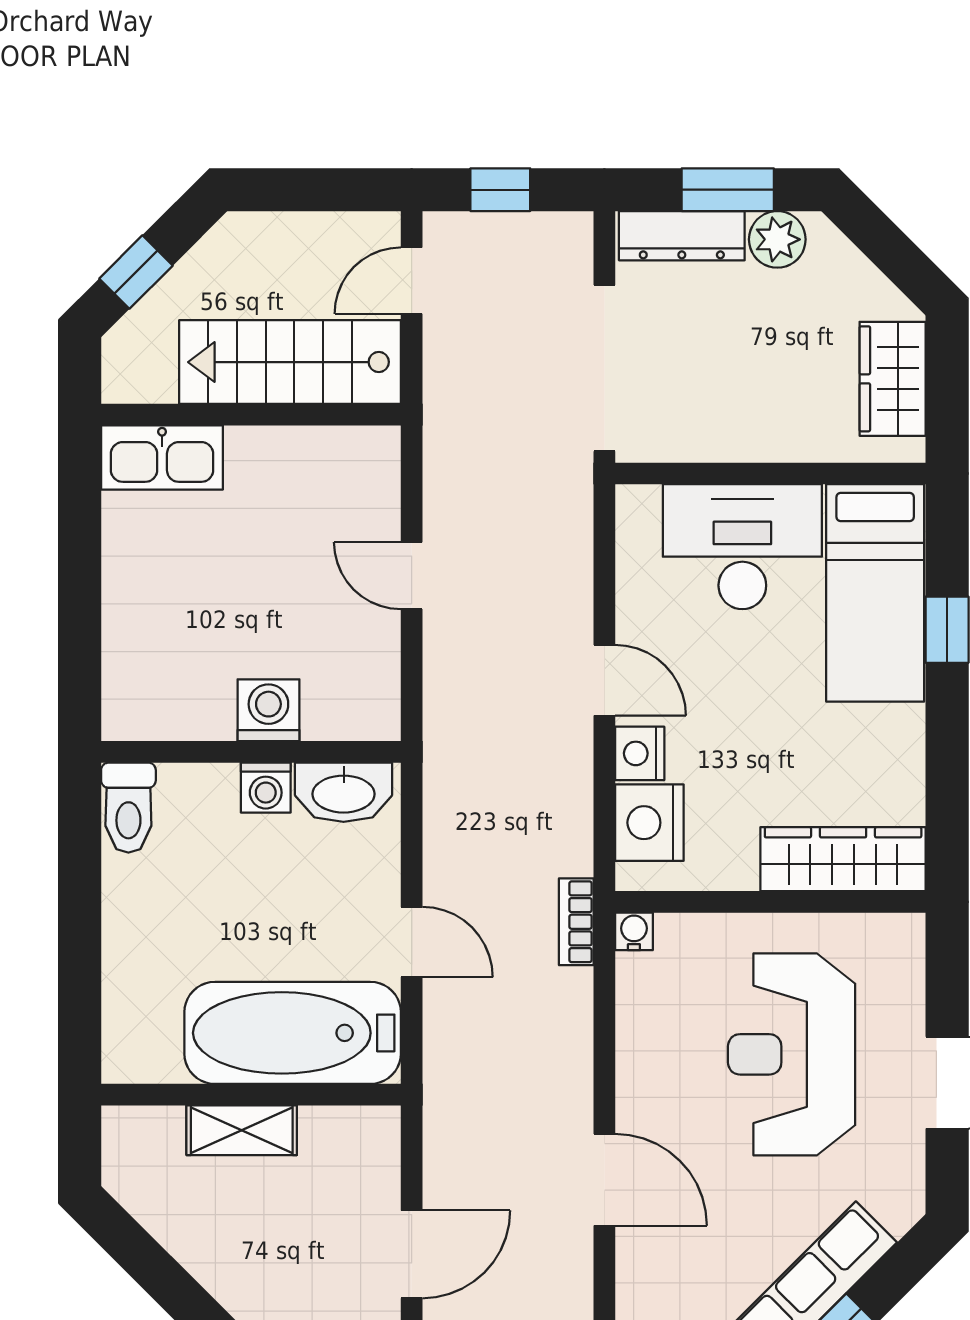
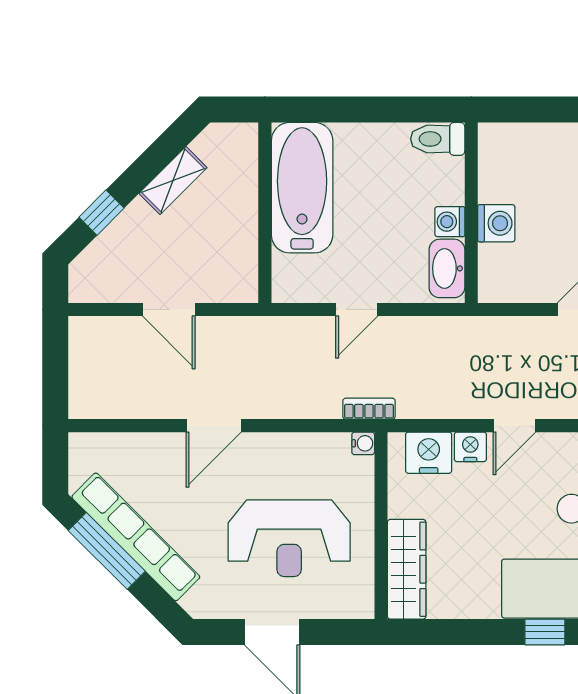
bathtub: (293, 1033) -> (302, 188), moved
reception desk: (792, 1054) -> (289, 538), turned 180
shelving: (242, 1130) -> (173, 181), moved, turned 45

